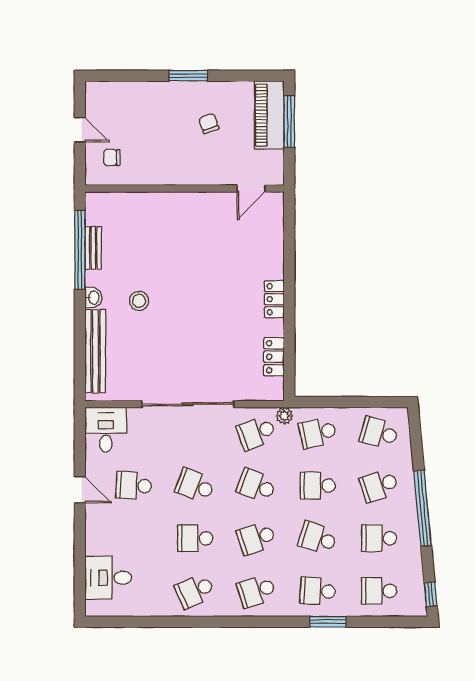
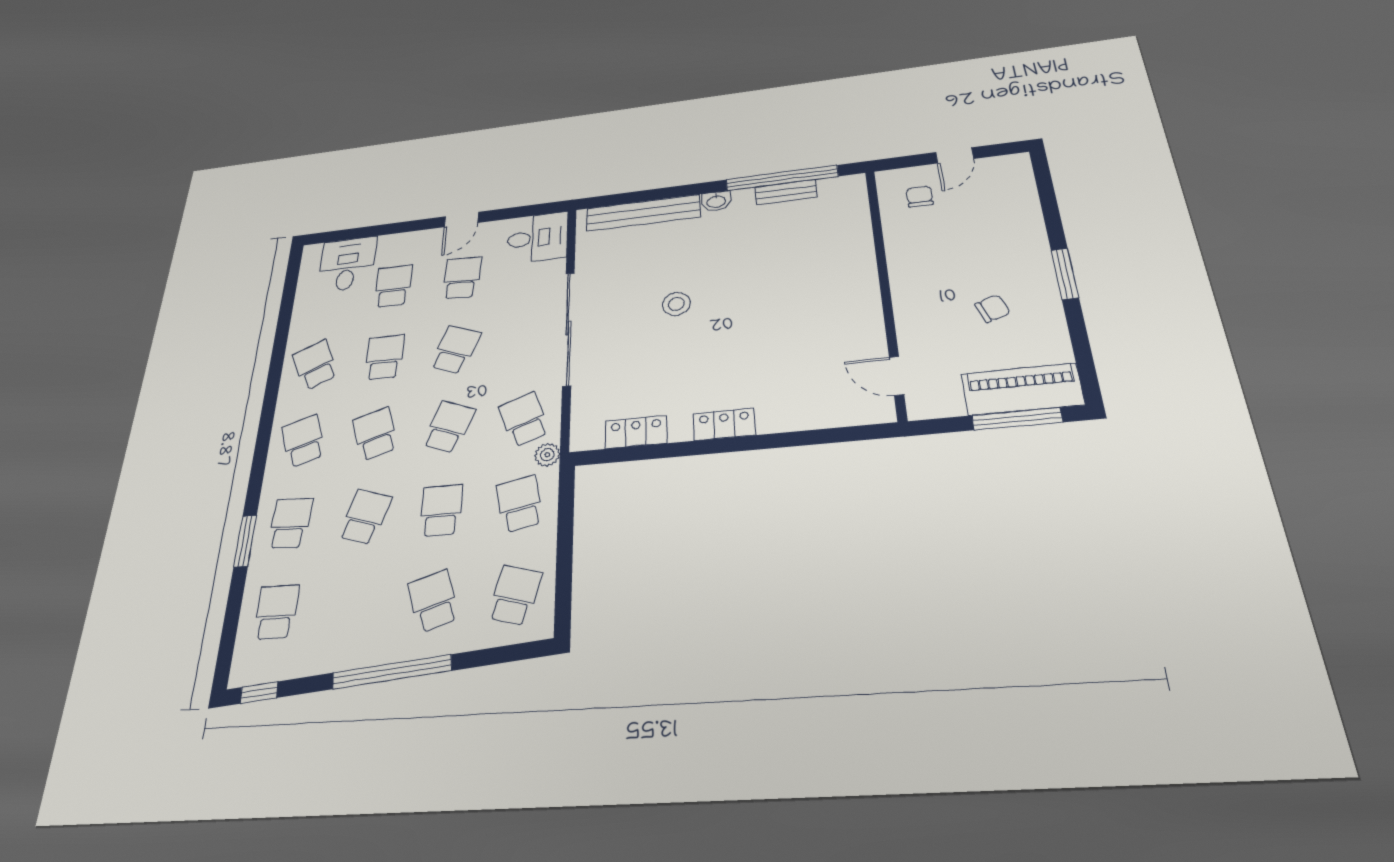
stool: (139, 301) -> (676, 304), moved
school desk: (379, 538) -> (393, 286), moved

